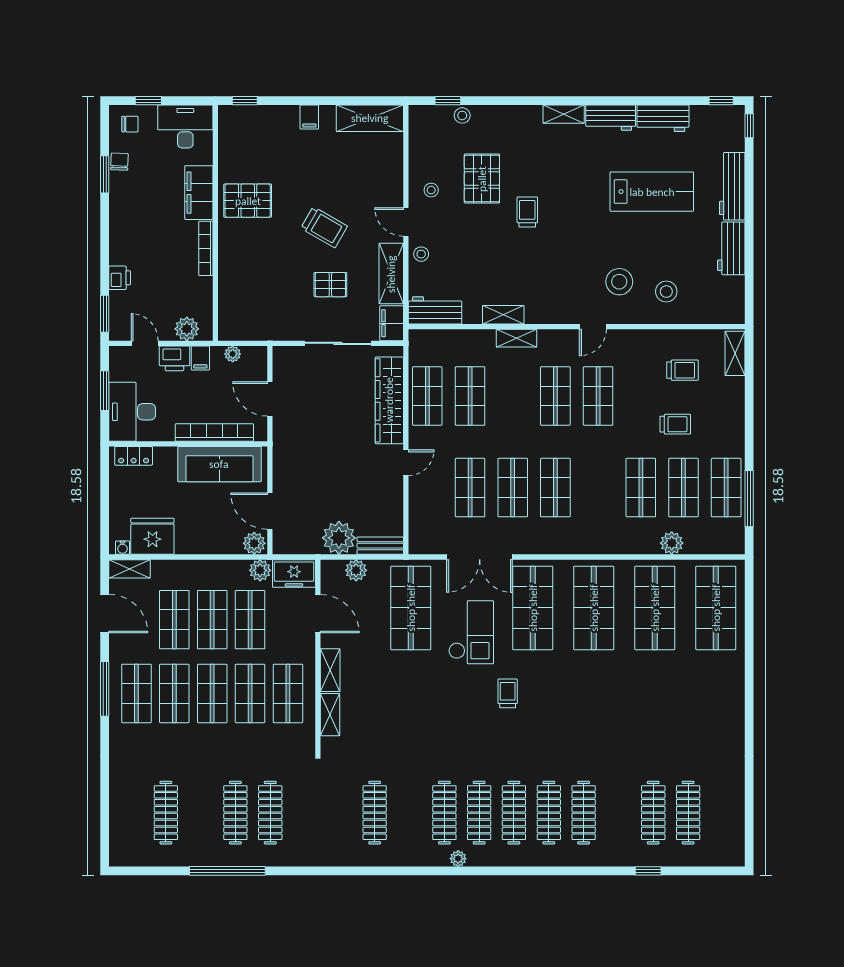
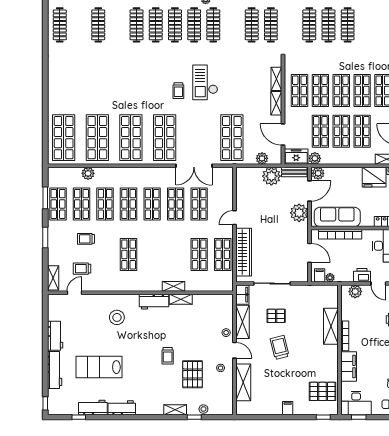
window: (148, 101) -> (359, 417), moved
window: (448, 101) -> (194, 417), moved
window: (721, 101) -> (79, 417), moved
shelving: (564, 114) -> (175, 410), moved
shelving: (370, 118) -> (243, 382), moved, turned 90
pallet: (248, 201) -> (323, 391), moved
trolley: (324, 227) -> (280, 347), turned 46
shelving: (231, 266) -> (331, 326), added
stool: (666, 292) -> (91, 312), removed
workbench: (435, 310) -> (154, 302), moved
door: (593, 327) -> (74, 293), moved
filing cabinet: (200, 358) -> (320, 275), moved
shop shelf: (555, 396) -> (129, 204), moved
window: (749, 427) -> (45, 237), added
plant: (289, 472) -> (299, 213), added
window: (749, 499) -> (45, 198), width x0.69
door: (270, 511) -> (309, 191), hinge flipped
bench: (380, 546) -> (294, 172), moved
double door: (480, 557) -> (194, 166), swing flipped
checkout: (471, 632) -> (205, 82), moved
clothes rail: (166, 813) -> (348, 25), moved
clothes rail: (340, 813) -> (271, 25), added
clothes rail: (688, 813) -> (60, 25), moved

